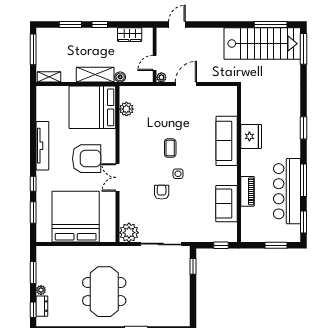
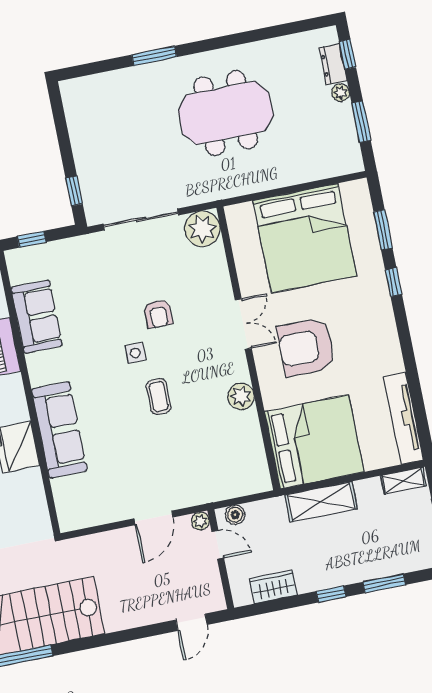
door: (155, 63) -> (218, 545), hinge flipped
boiler: (120, 77) -> (235, 515), moved
plant: (126, 109) -> (241, 396), moved
tv unit: (42, 146) -> (403, 418), moved
meeting table: (104, 292) -> (226, 113), turned 90

